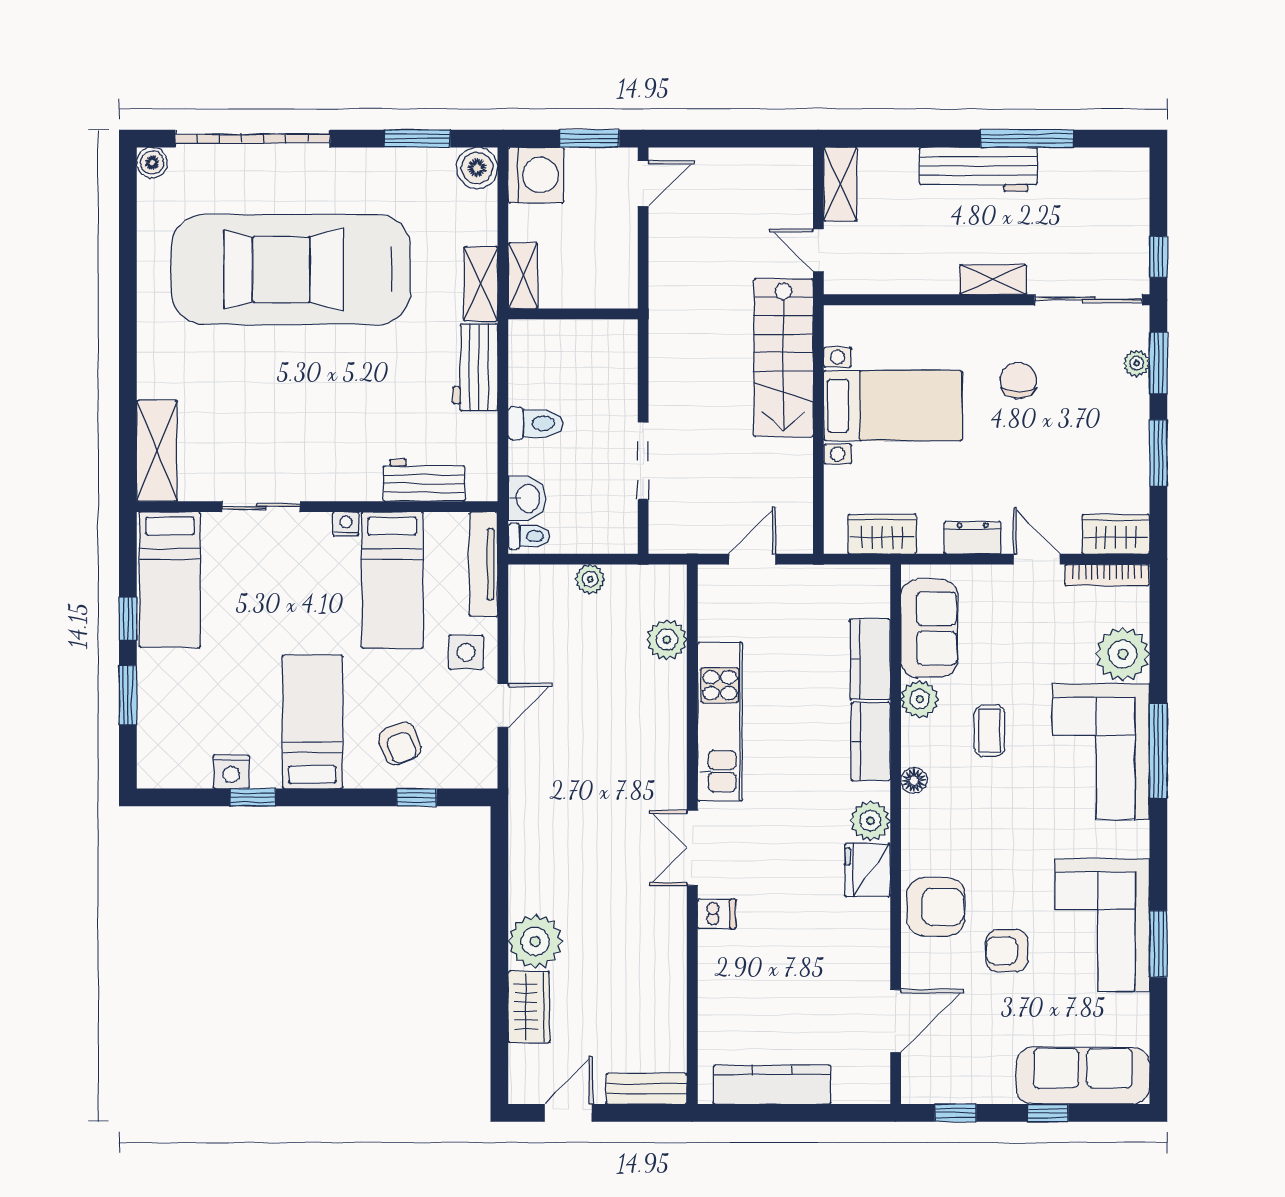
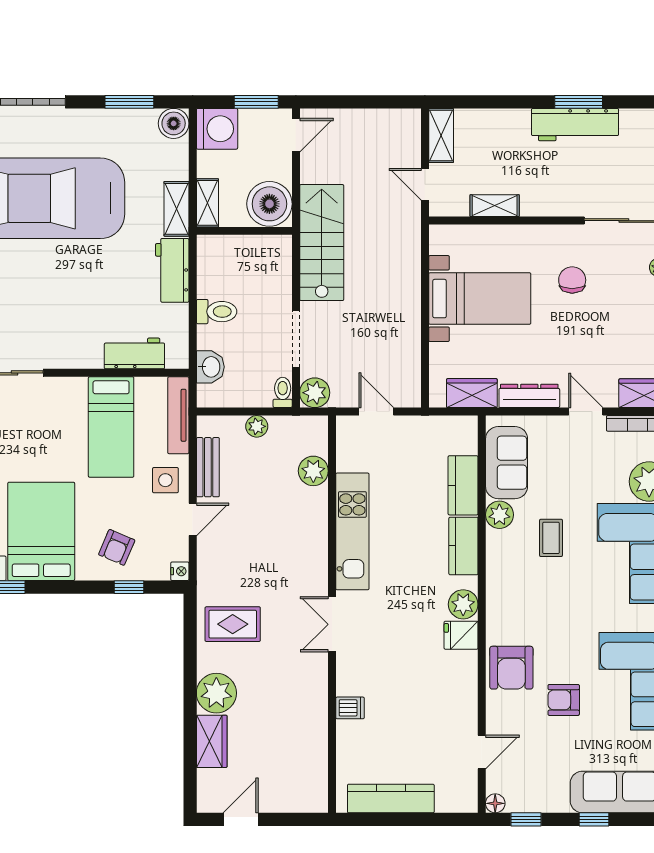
window: (1027, 139) -> (579, 102), width x0.69
workbench: (978, 169) -> (575, 125), moved
boiler: (607, 277) -> (269, 204), added
shelving: (993, 280) -> (495, 206), moved
stairs: (783, 358) -> (322, 243), moved, turned 180
nightstand: (346, 524) -> (180, 571), moved, turned 90
plant: (669, 534) -> (315, 393), added
toilet: (529, 536) -> (283, 392), moved, turned -90
dresser: (973, 538) -> (529, 396), width x1.44
door: (752, 559) -> (376, 412), hinge flipped
bed: (312, 722) -> (41, 531), width x1.50
armchair: (400, 743) -> (117, 547), turned 45
floor lamp: (914, 781) -> (495, 803), moved
rug: (557, 848) -> (233, 624), added
fridge: (867, 870) -> (461, 635), width x0.72
armchair: (936, 907) -> (511, 668), turned 90
dishwasher: (717, 914) -> (350, 708), moved
door: (896, 1021) -> (482, 752), width x0.73
bench: (647, 1089) -> (208, 467), moved, turned 90

